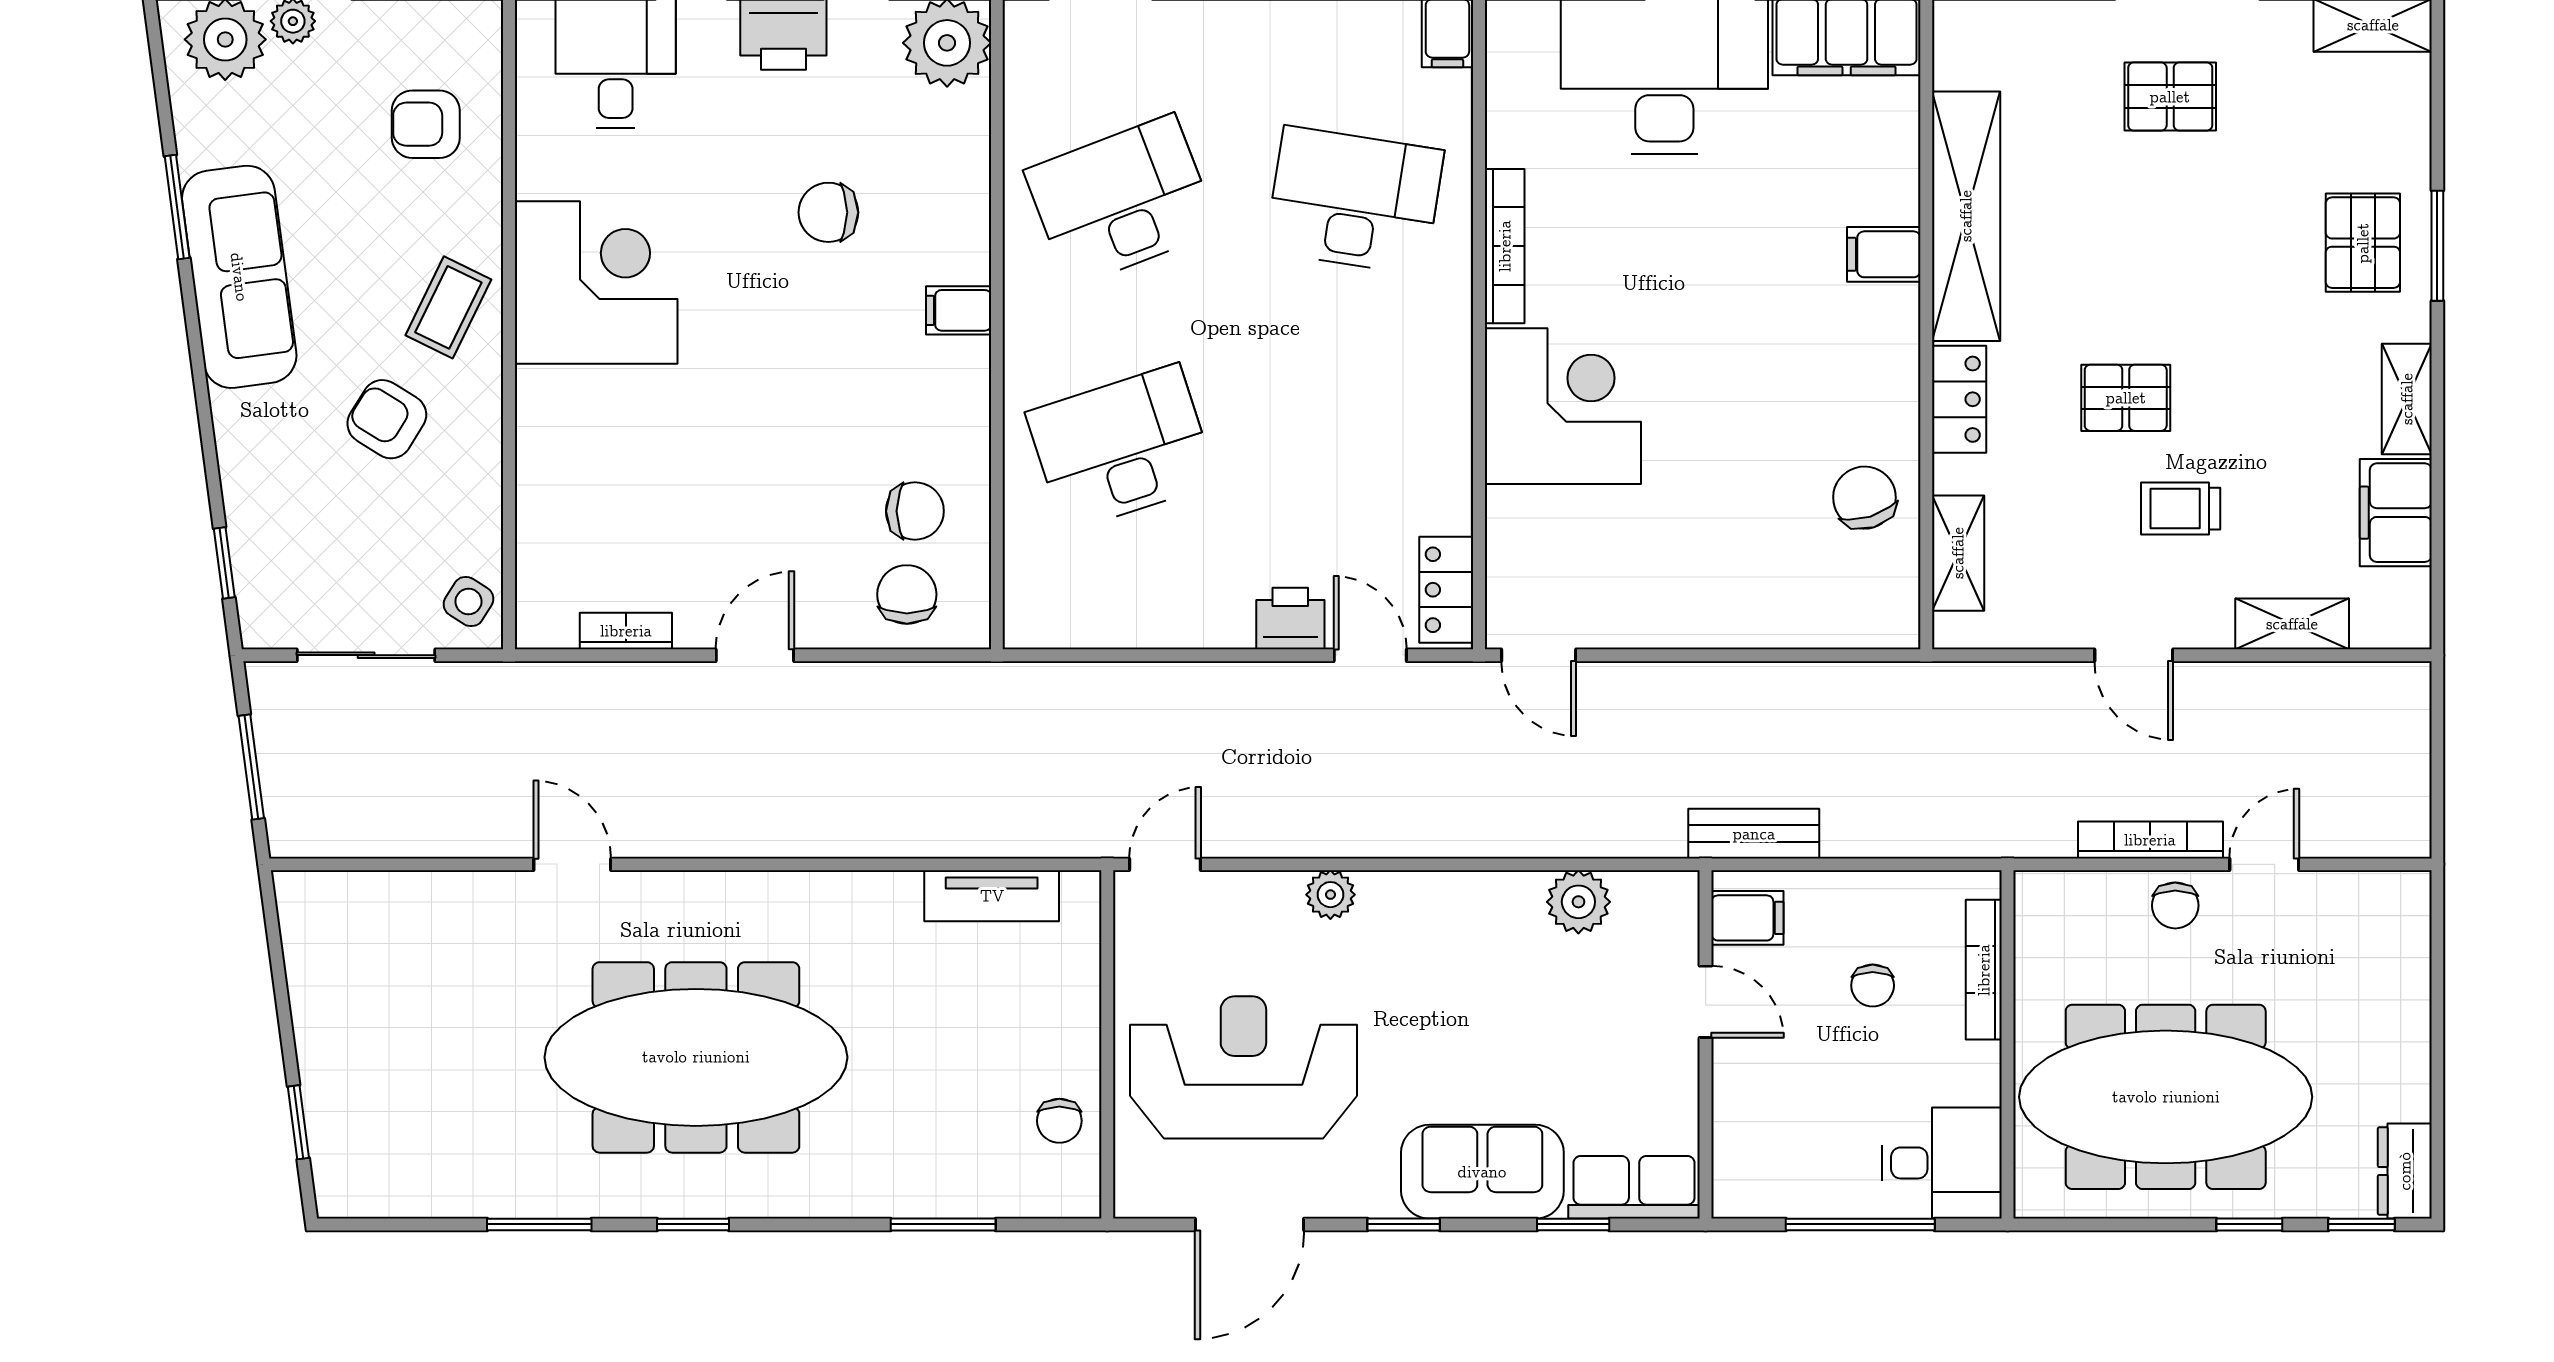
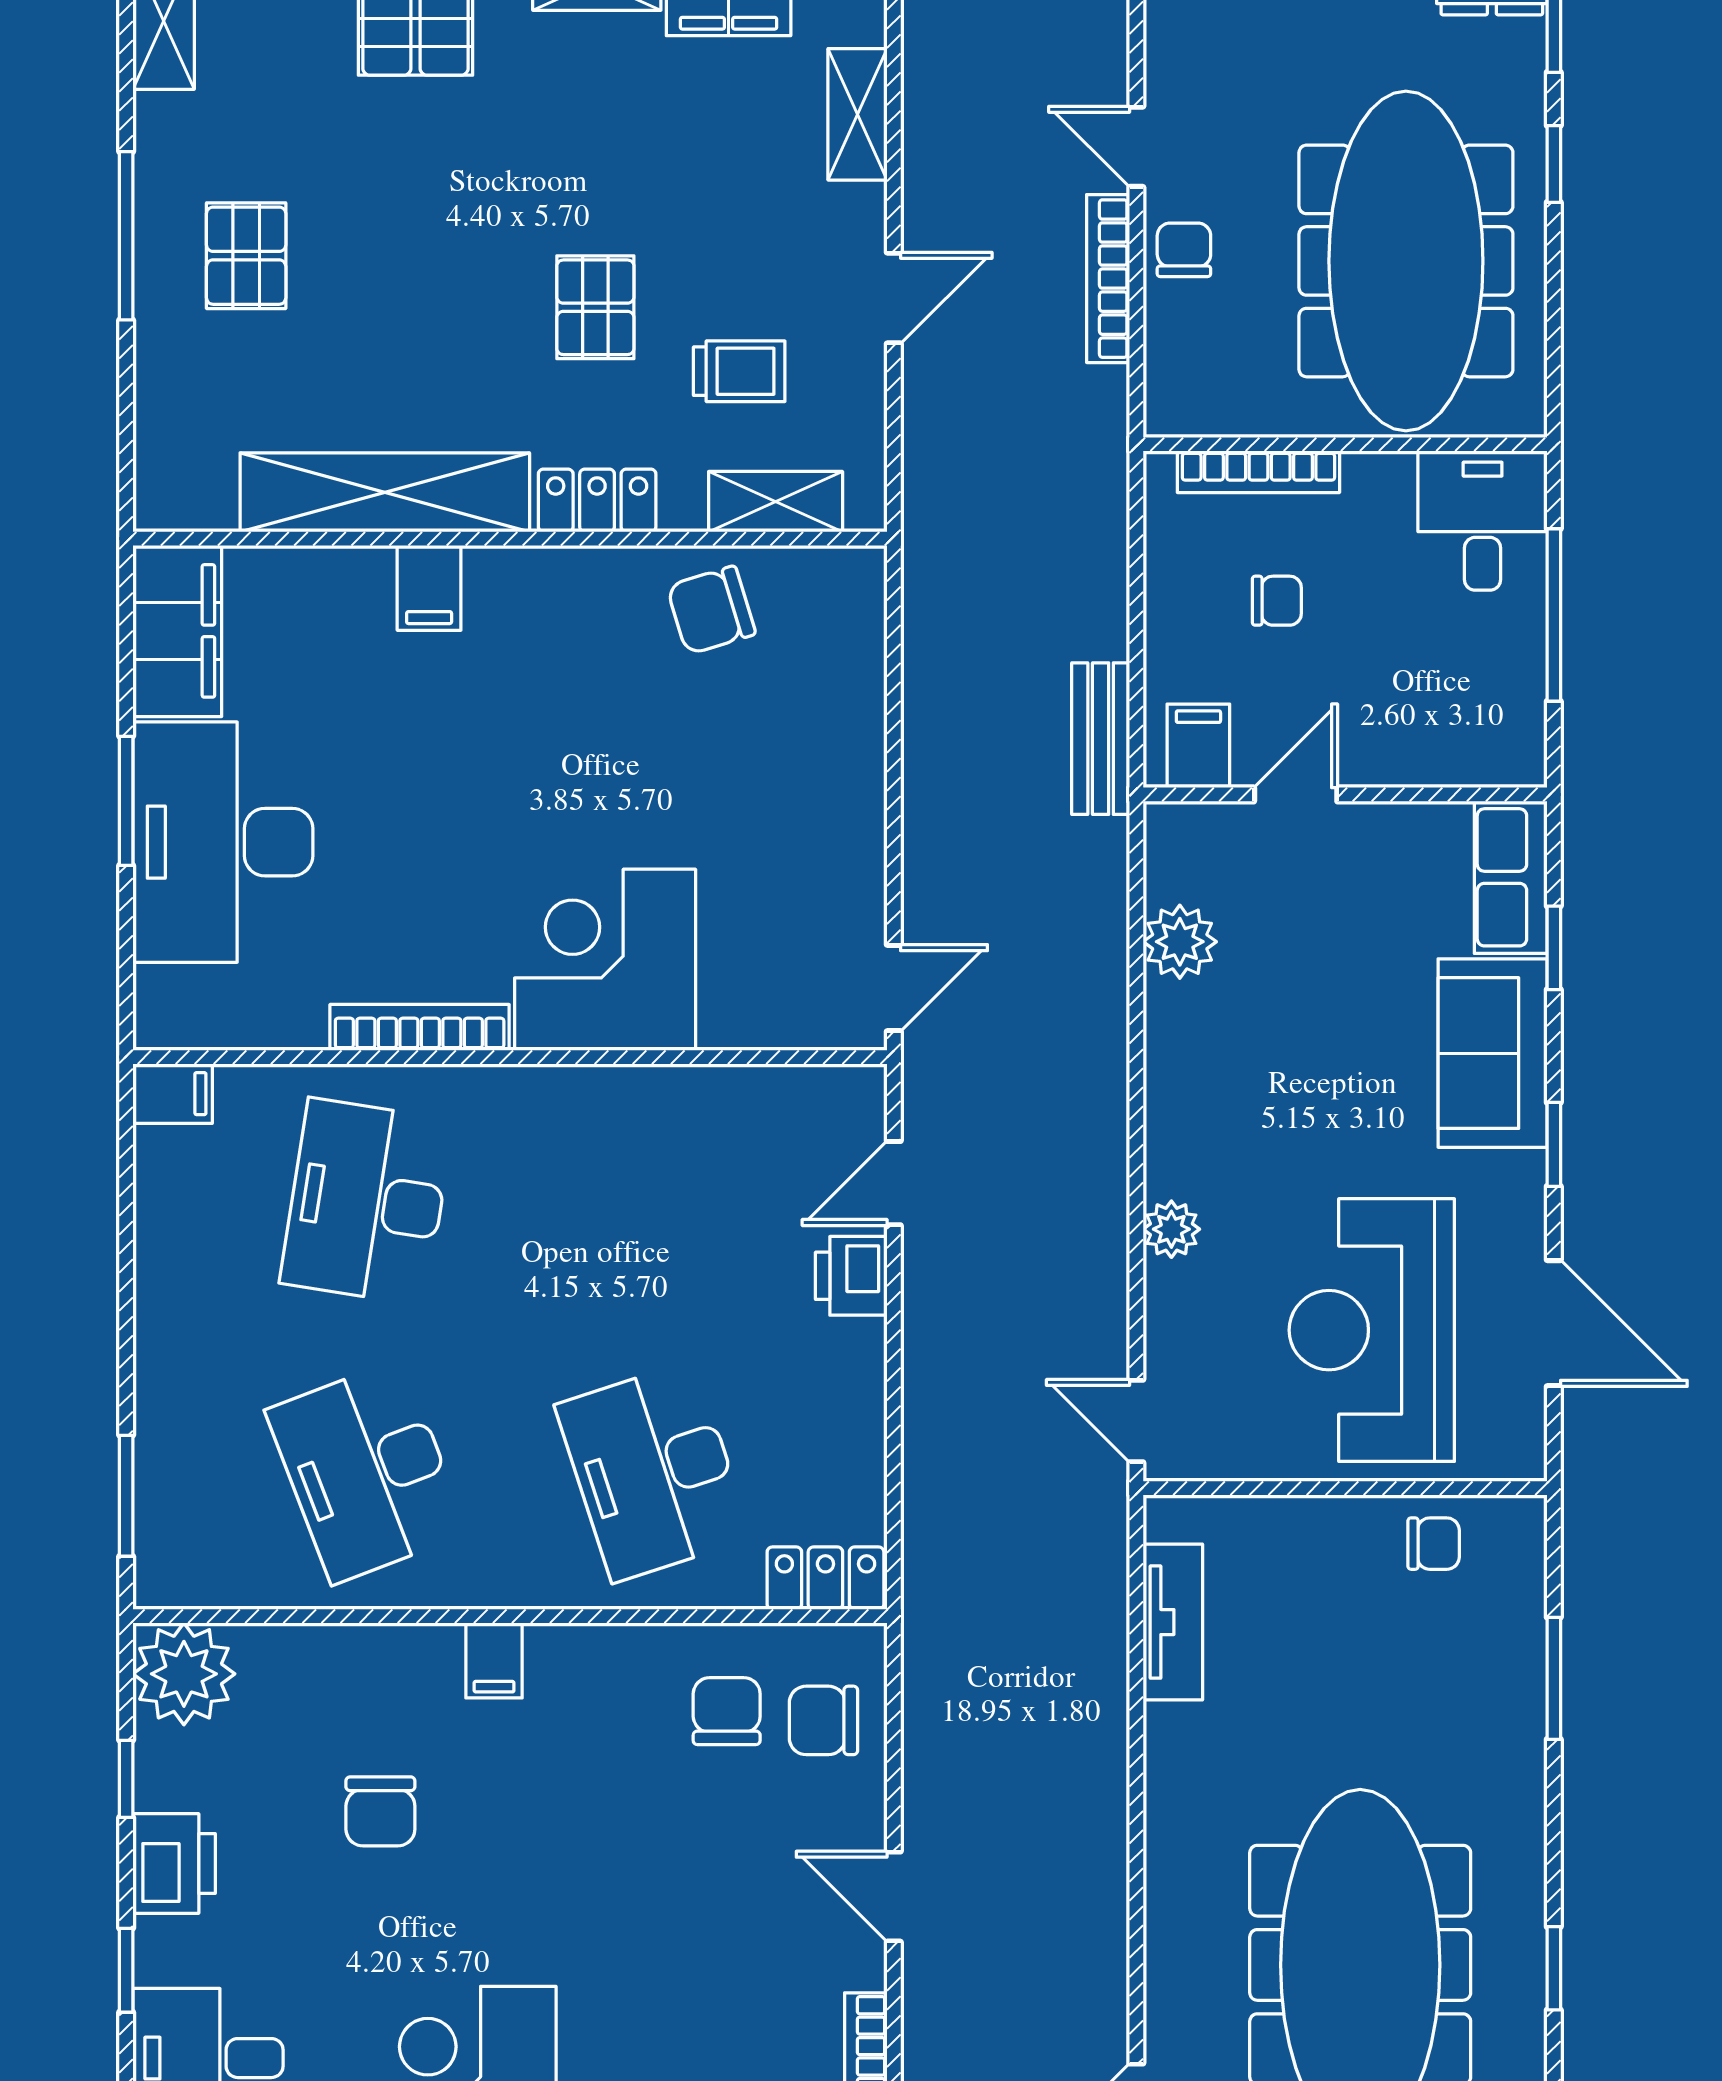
trolley: (2181, 509) -> (739, 371), moved, turned -90
locker: (1446, 590) -> (825, 1578), moved, turned 180
chair: (2175, 905) -> (1184, 250), turned -90

